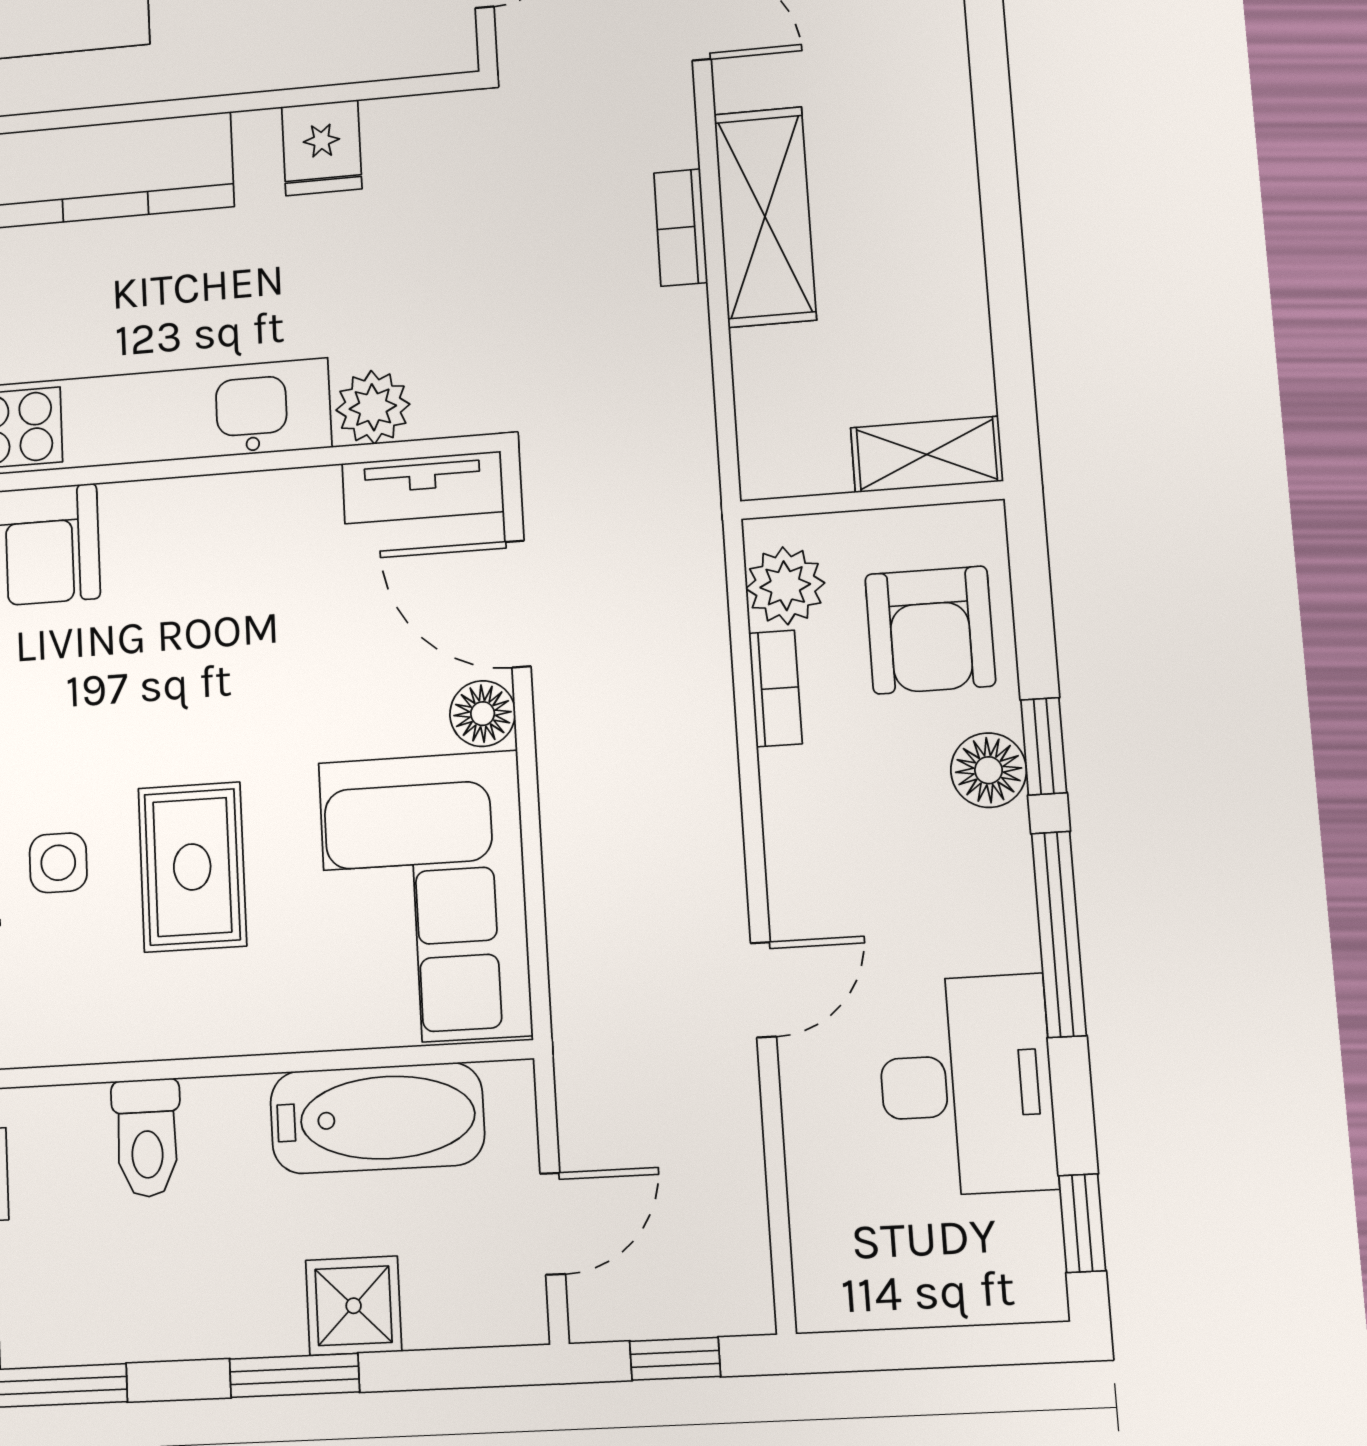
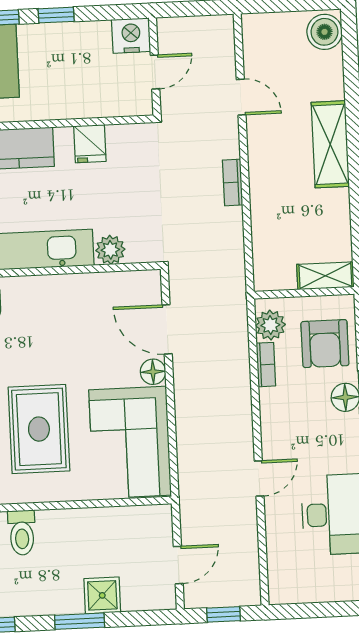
shelving: (765, 217) -> (330, 144), moved
tv unit: (423, 488) -> (130, 283), removed
rug: (192, 867) -> (39, 429), width x1.36, depth x1.43
bathtub: (377, 1118) -> (111, 526), removed

